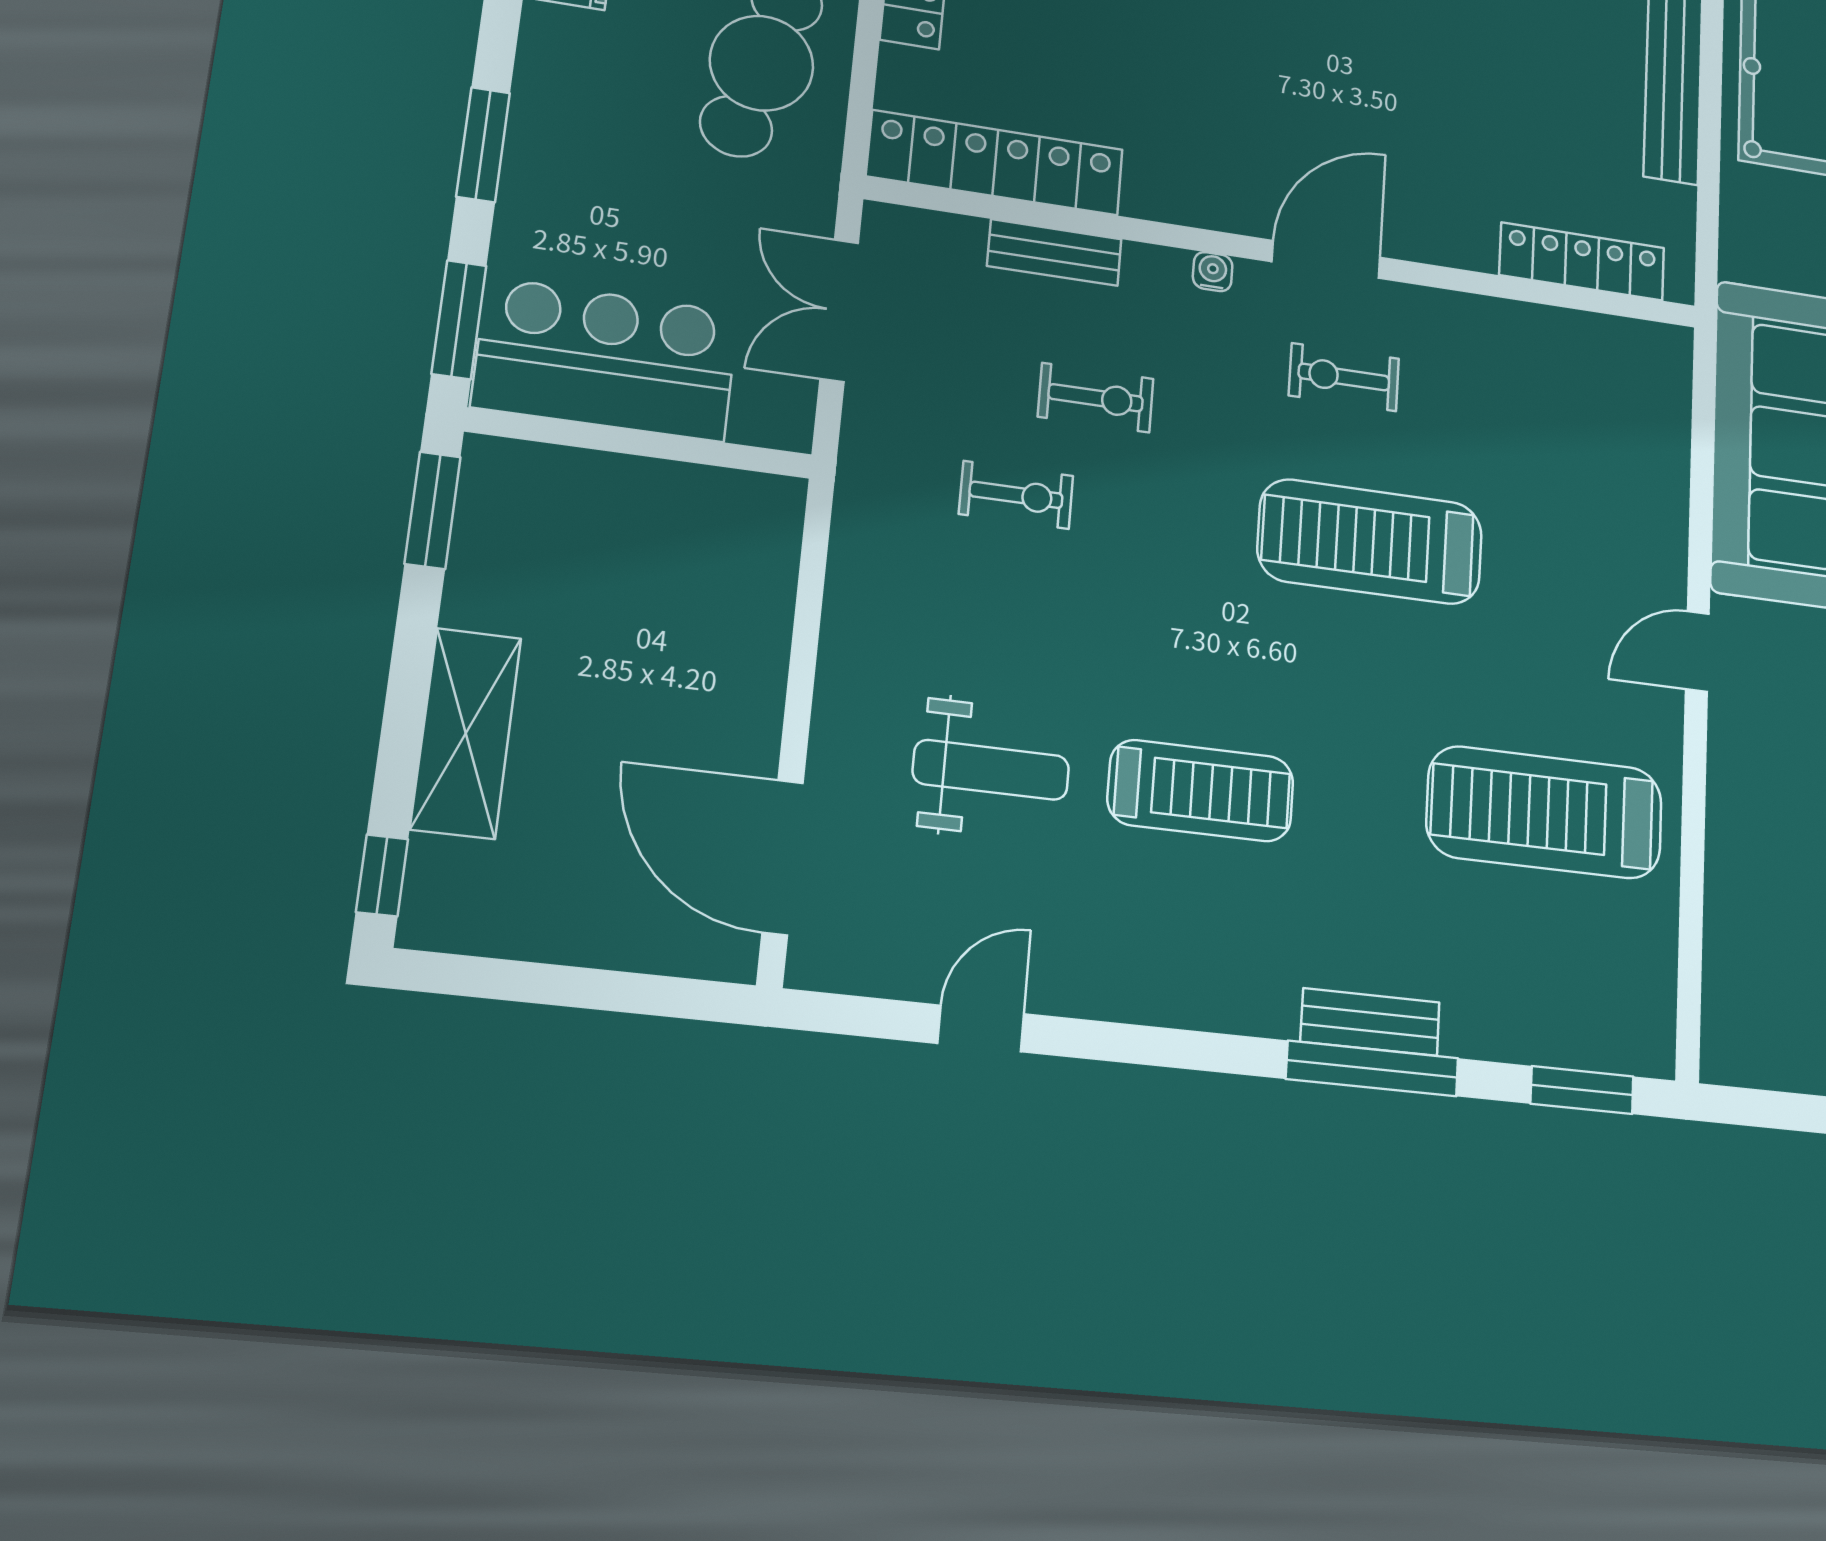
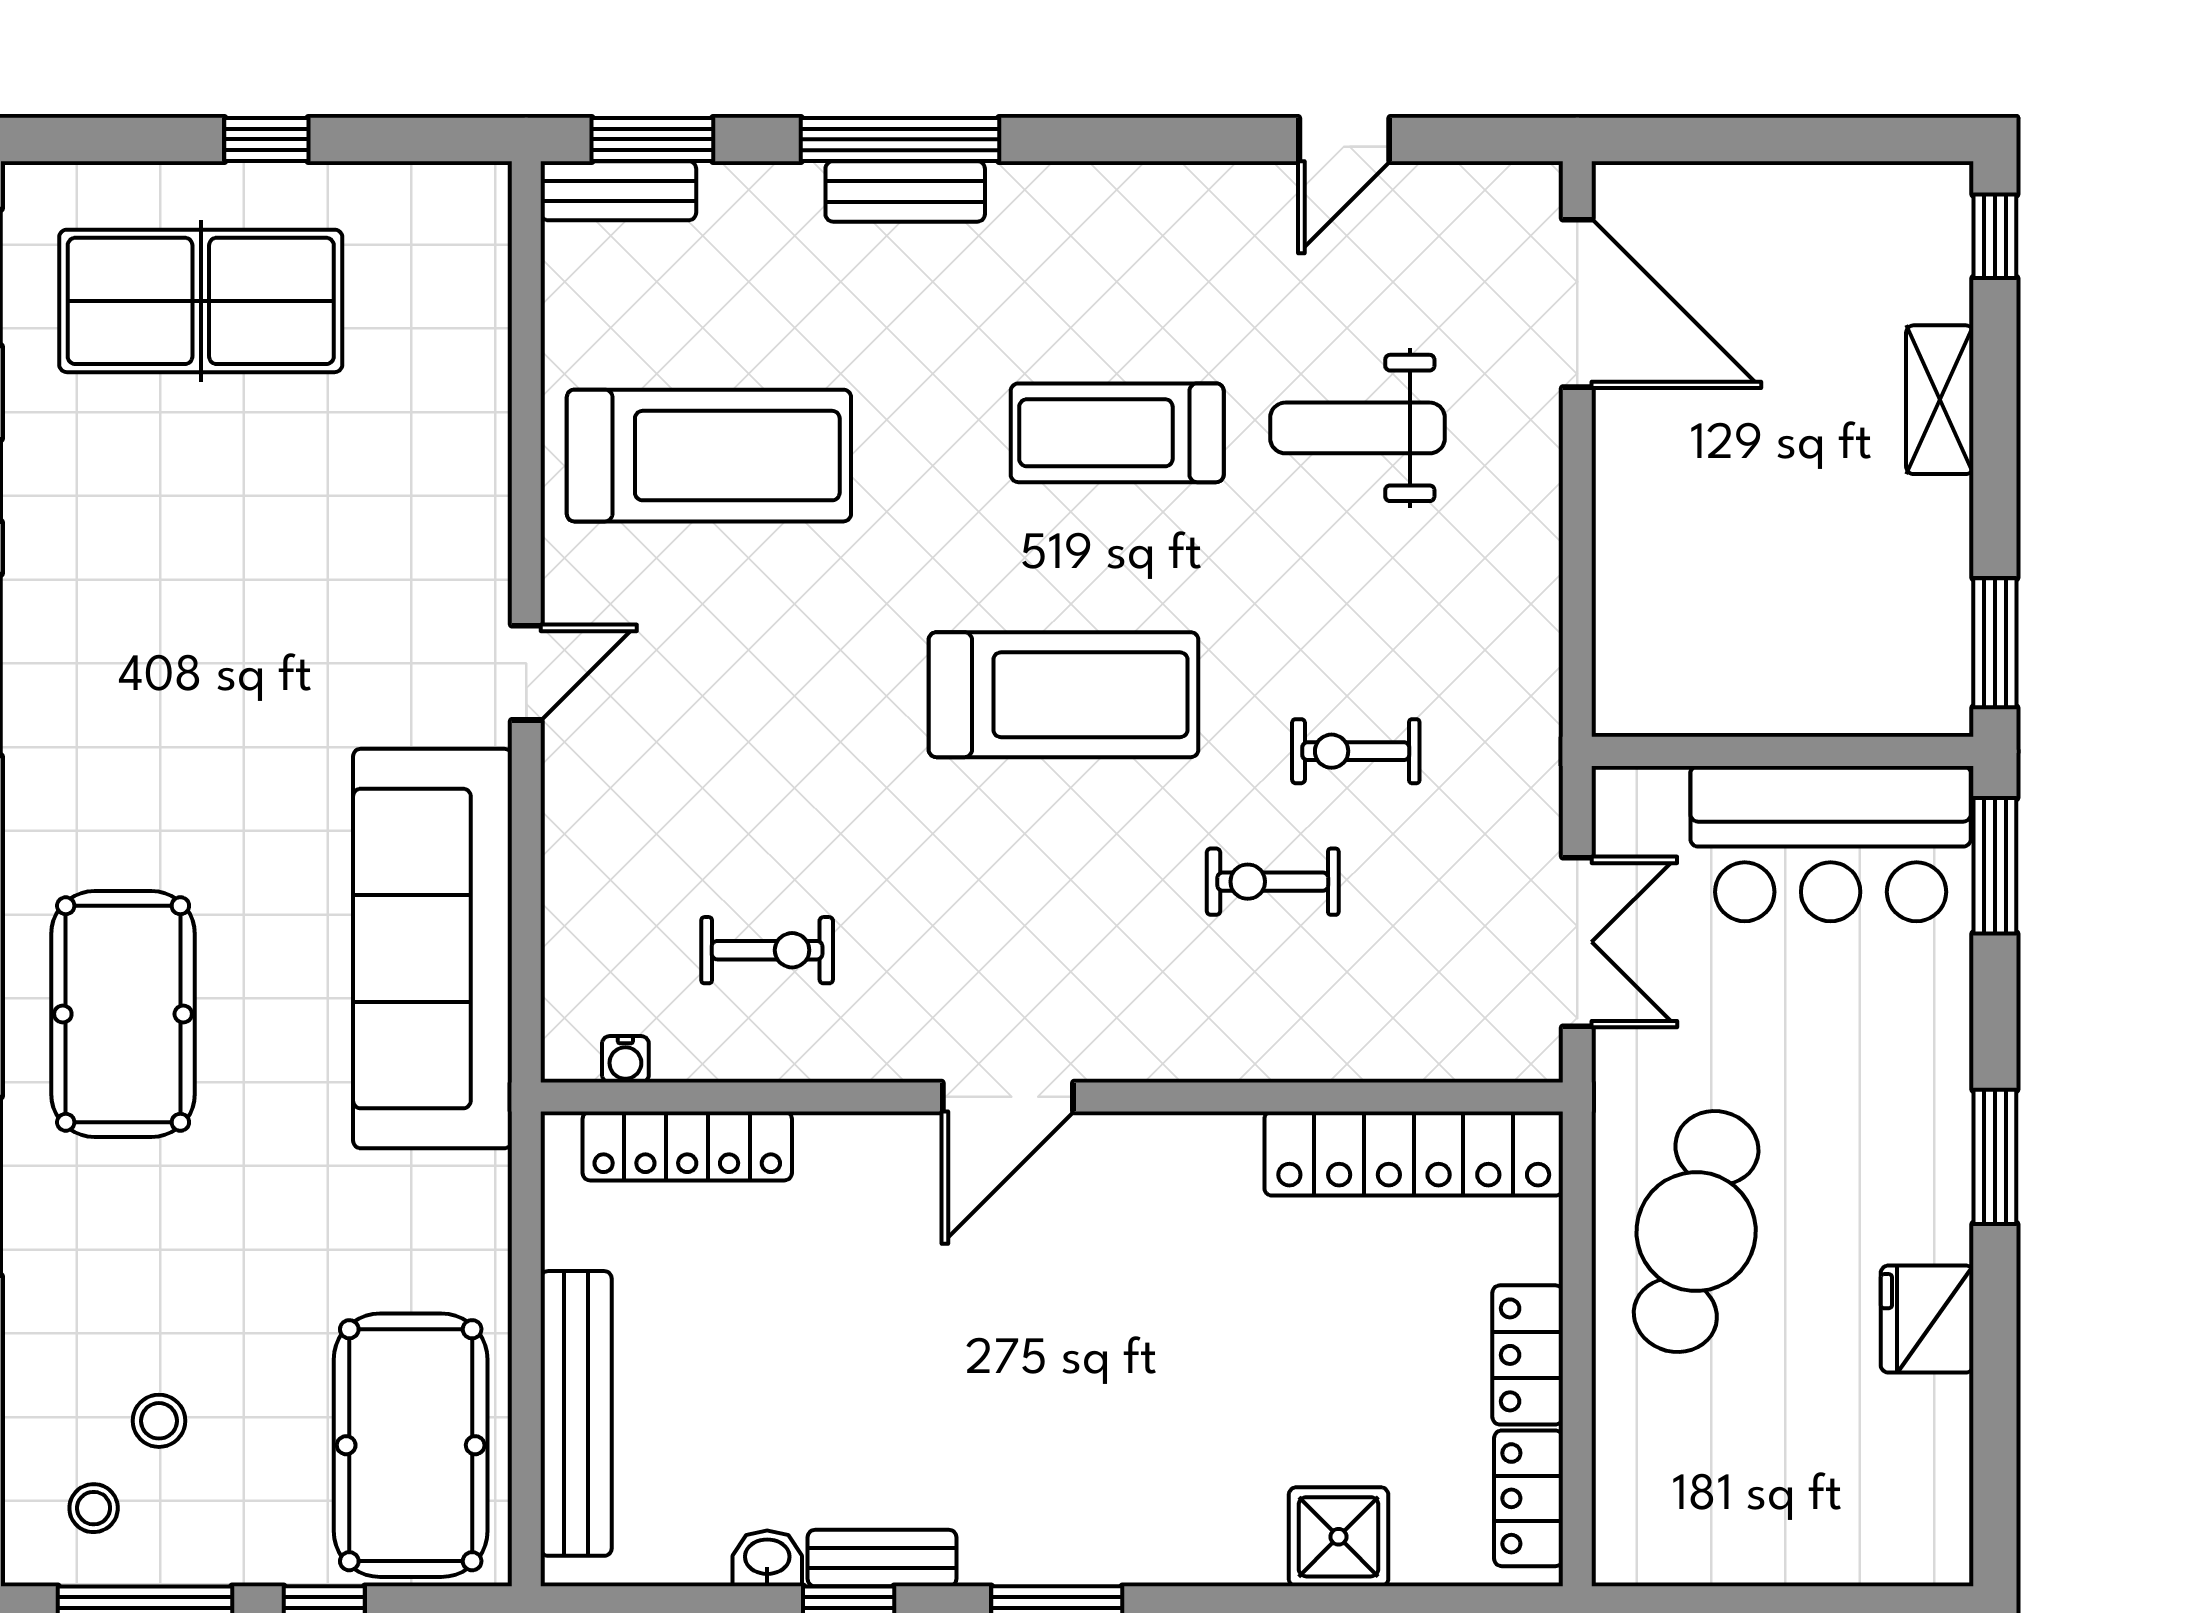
window: (483, 145) -> (1995, 1157), moved
bench: (1054, 252) -> (618, 191), moved
water cooler: (1213, 272) -> (625, 1059), moved
exercise bike: (1344, 377) -> (767, 950), moved
treadmill: (1370, 542) -> (1064, 695), moved
shelving: (466, 733) -> (1940, 400), width x0.67, depth x0.75

